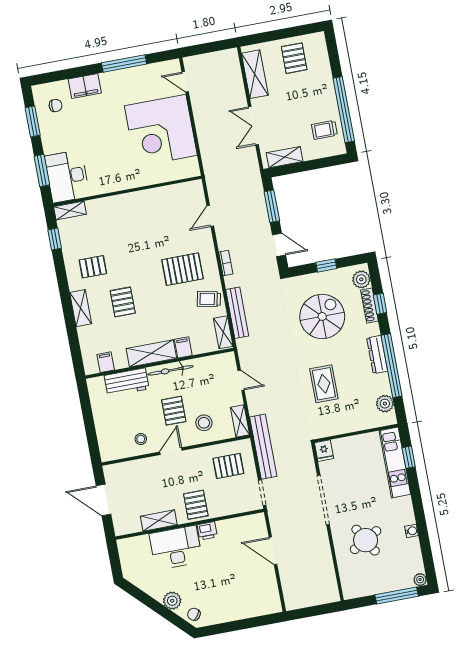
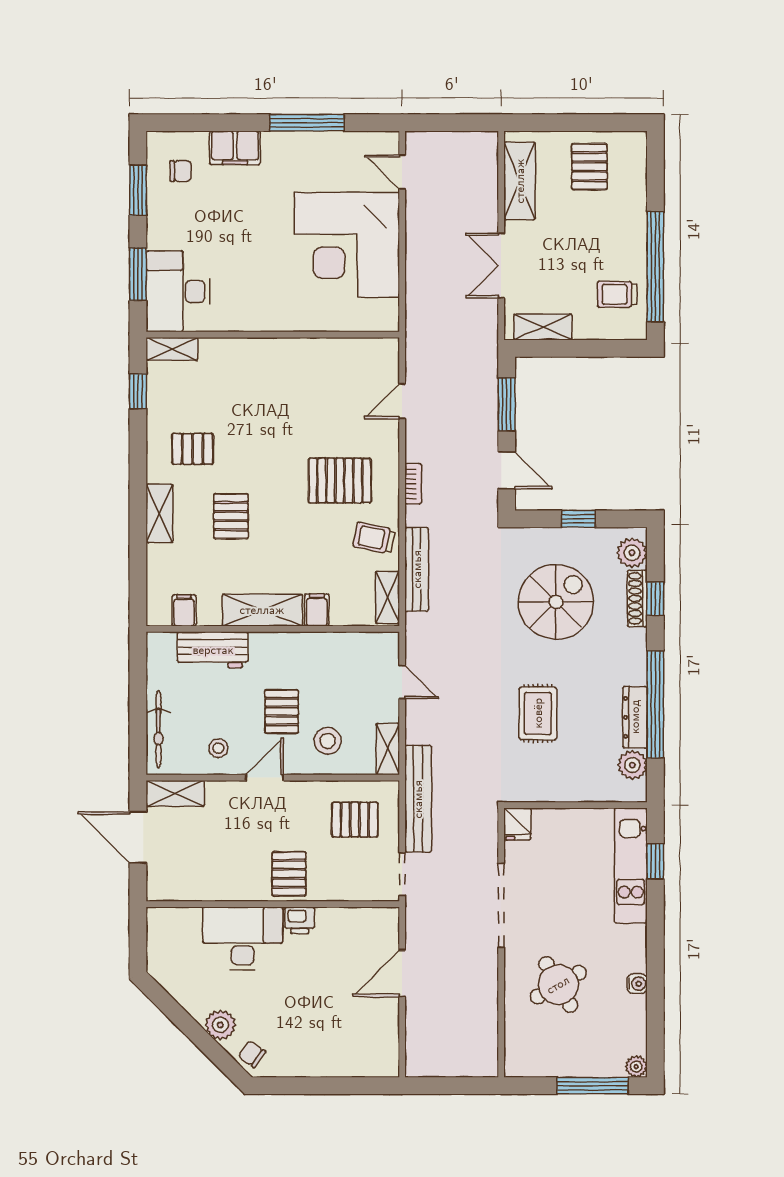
dresser: (377, 355) -> (635, 717), moved
bicycle: (170, 370) -> (159, 729), moved, turned -90
shelving: (159, 520) -> (175, 793), moved
door: (273, 551) -> (402, 973), hinge flipped

